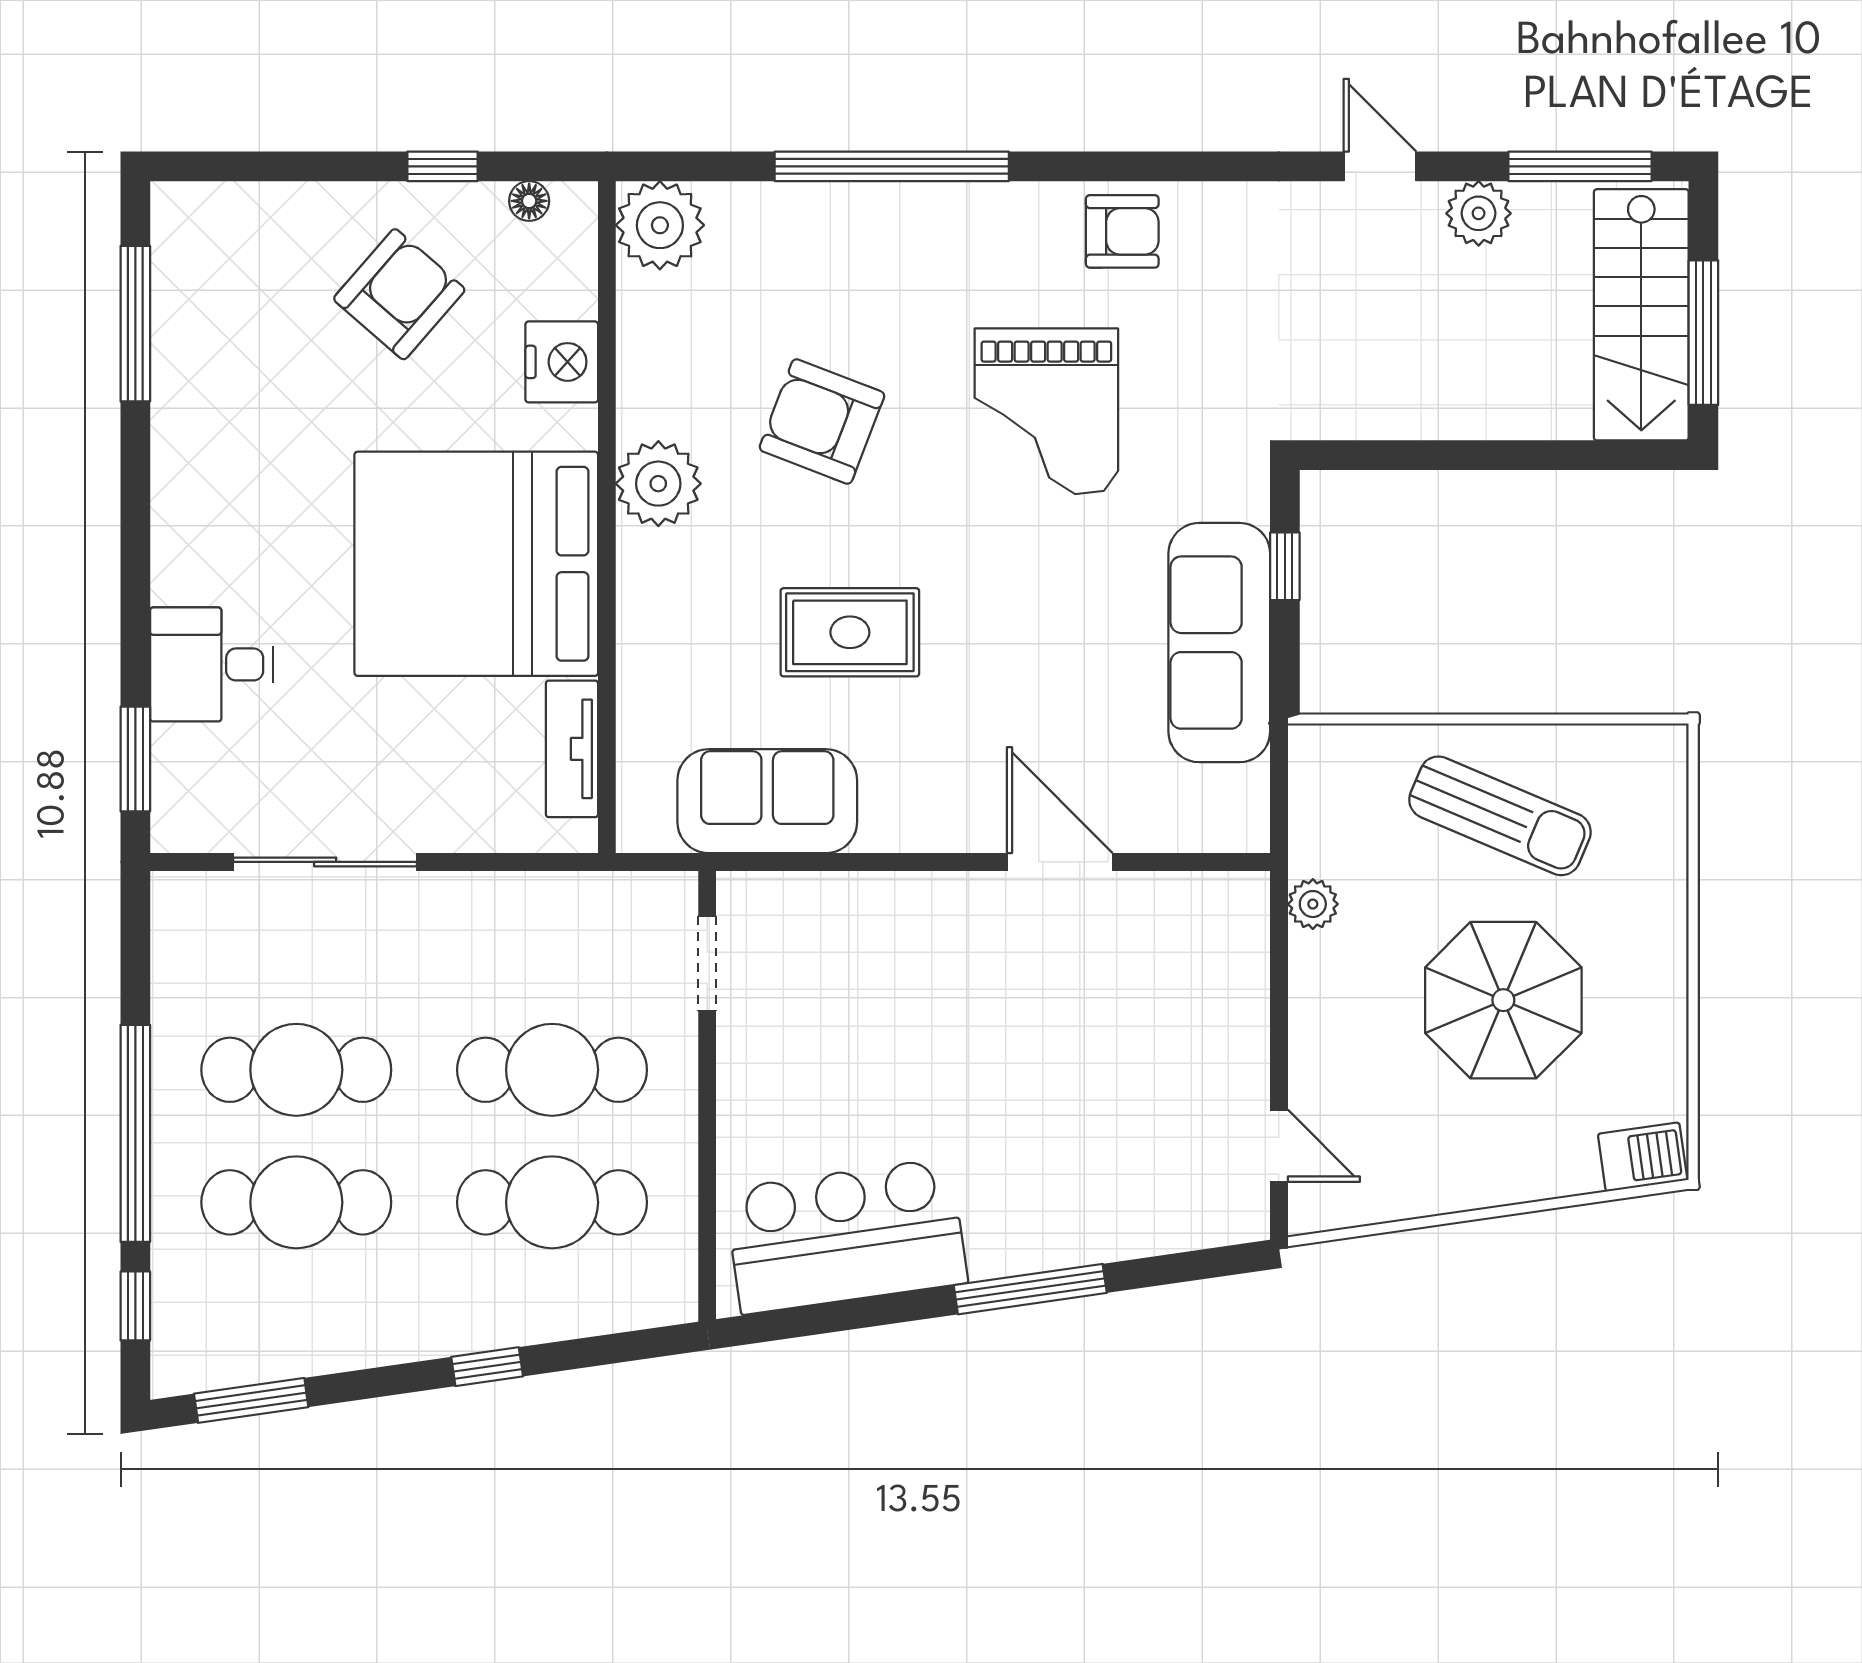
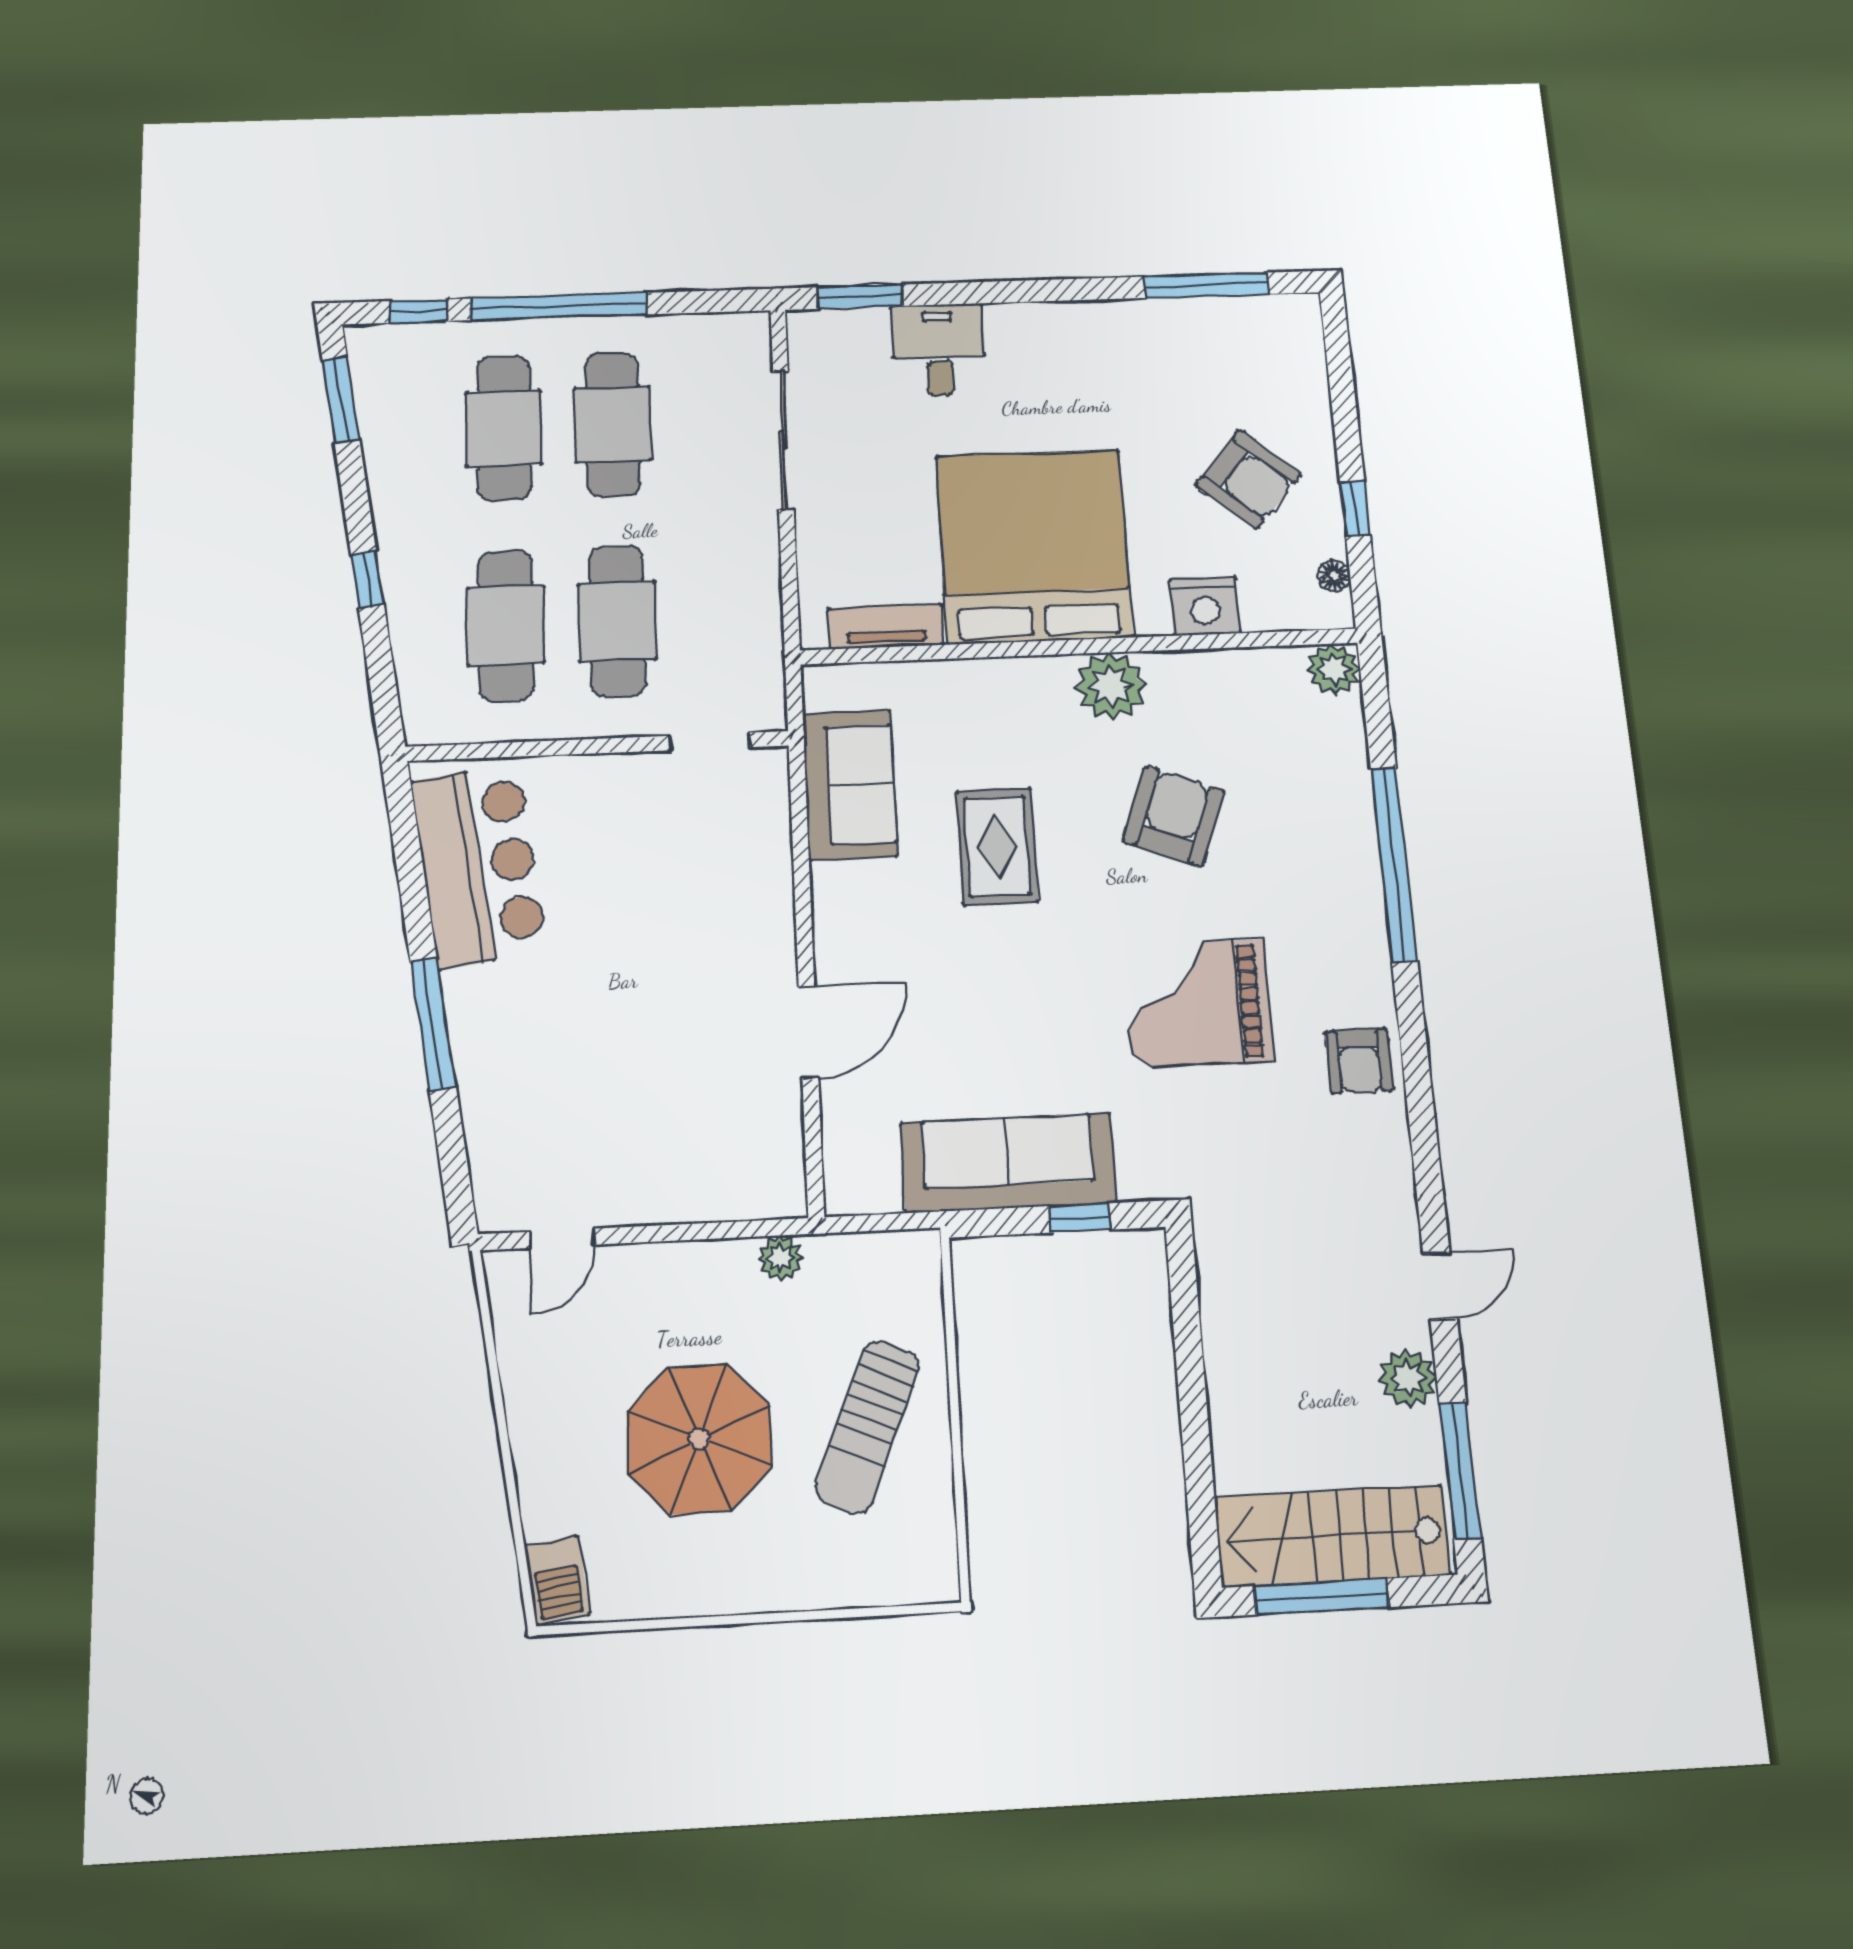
plant: (660, 225) -> (1334, 669), width x0.73, depth x0.73

